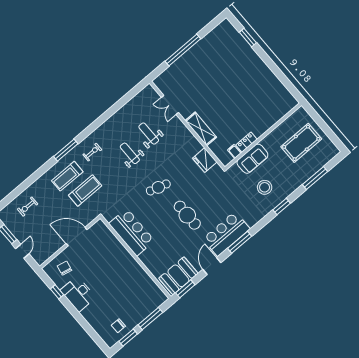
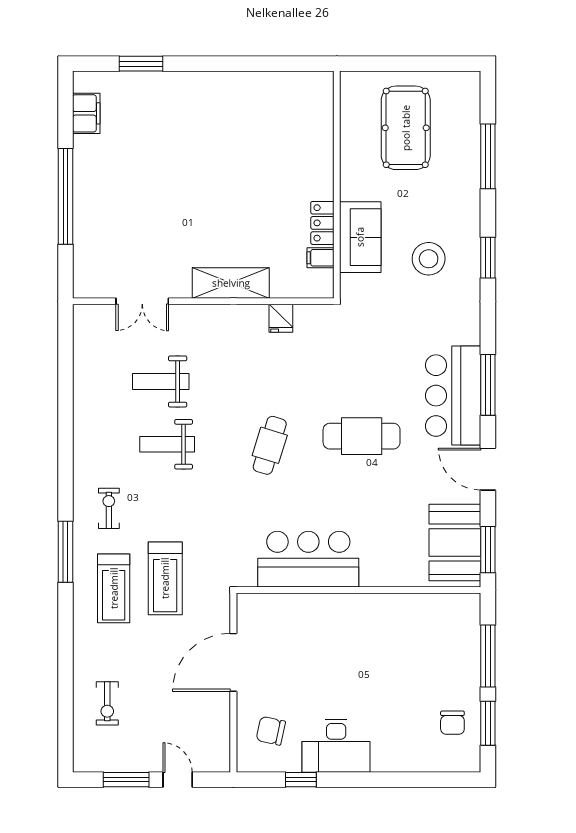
filing cabinet: (216, 34) -> (86, 113), added
fridge: (205, 160) -> (281, 318), width x0.53, depth x0.75
treadmill: (85, 190) -> (165, 578), turned 180

